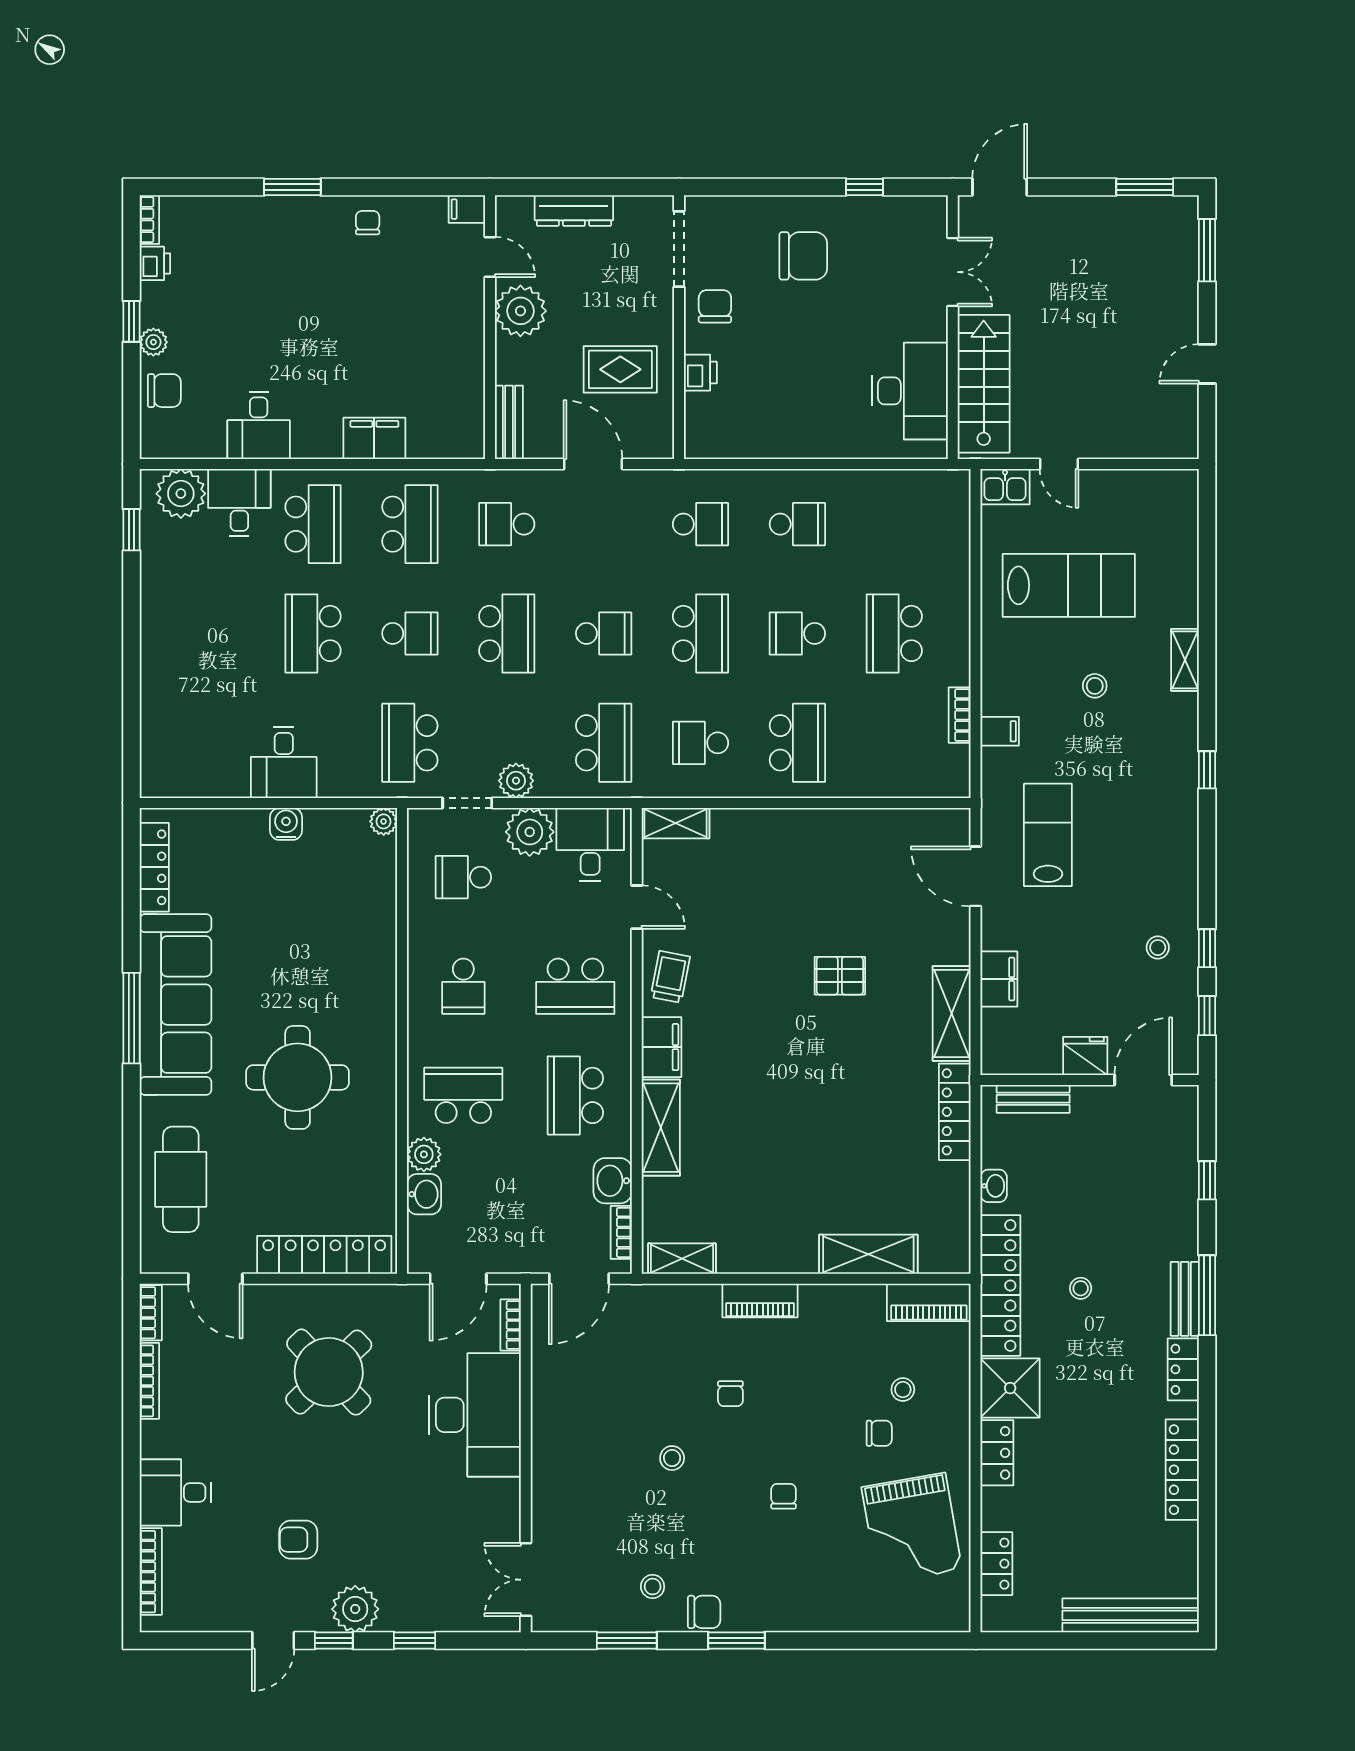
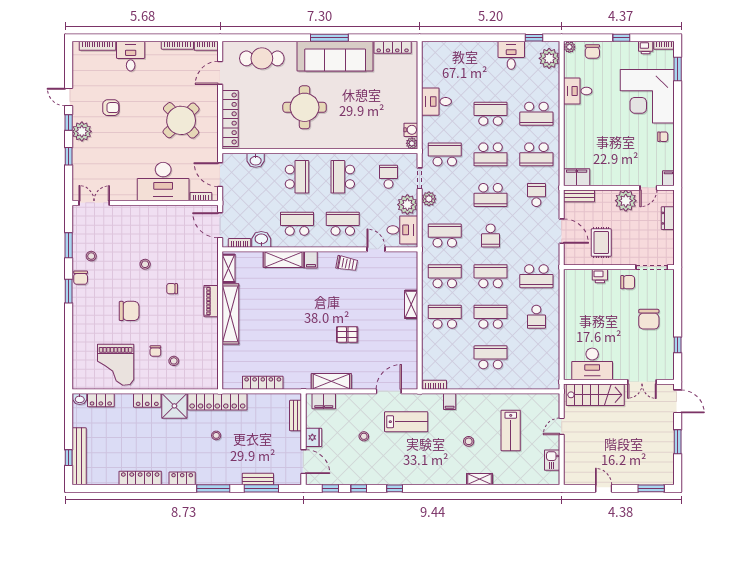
window: (292, 187) -> (678, 69), moved
window: (1145, 187) -> (678, 442), moved
dresser: (574, 210) -> (668, 218), width x0.70
corner desk: (271, 259) -> (647, 96), added
plant: (153, 342) -> (569, 47), moved
filing cabinet: (374, 438) -> (577, 177), moved, turned -90
door: (593, 464) -> (562, 231), hinge flipped
kitchen sink: (1005, 487) -> (552, 460), moved
desk: (239, 503) -> (511, 55), moved, turned -90
school desk: (701, 524) -> (536, 276), width x1.85
lab bench: (1069, 585) -> (511, 430), width x0.73, depth x0.72
school desk: (410, 633) -> (491, 154), width x1.85
school desk: (701, 633) -> (491, 276), turned 180
school desk: (797, 633) -> (491, 317), width x1.85
bookcase: (960, 715) -> (435, 385), moved
school desk: (604, 743) -> (445, 236), turned 180
school desk: (701, 743) -> (445, 276), width x1.85
school desk: (797, 743) -> (445, 317), turned 180
window: (1207, 770) -> (395, 488), moved
shelving: (675, 823) -> (411, 304), moved
water cooler: (286, 824) -> (411, 130), moved
door: (637, 907) -> (376, 249), swing flipped
stool: (1158, 948) -> (364, 436), moved
pallet: (840, 976) -> (347, 335), turned 90
filing cabinet: (999, 979) -> (324, 401), moved
school desk: (463, 986) -> (343, 177), width x1.85
school desk: (575, 986) -> (343, 224), turned 90
filing cabinet: (661, 1047) -> (311, 260), width x0.50
locker: (955, 1112) -> (263, 383), moved
plant: (424, 1154) -> (272, 160), removed
window: (1207, 1180) -> (261, 488), width x2.17
washbasin: (994, 1186) -> (80, 399), moved
shelving: (868, 1254) -> (230, 314), moved, width x1.47
bench: (1185, 1299) -> (258, 479), moved
piano: (929, 1302) -> (210, 372), removed
chair: (784, 1496) -> (129, 311), width x1.87, depth x1.87
grand piano: (912, 1528) -> (116, 365), turned -80
armchair: (298, 1540) -> (111, 108), turned 90
window: (1134, 1641) -> (69, 458), added

